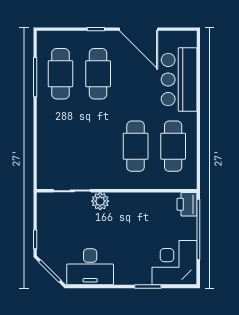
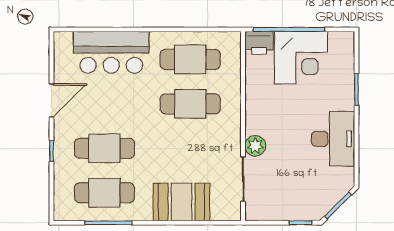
door: (139, 29) -> (52, 100), width x0.73
booth: (53, 139) -> (182, 202), added
corner desk: (175, 263) -> (301, 58), moved, turned -90
desk: (90, 267) -> (333, 139), moved

